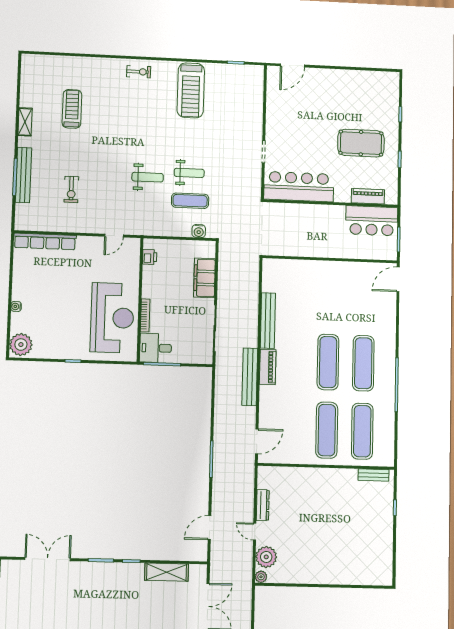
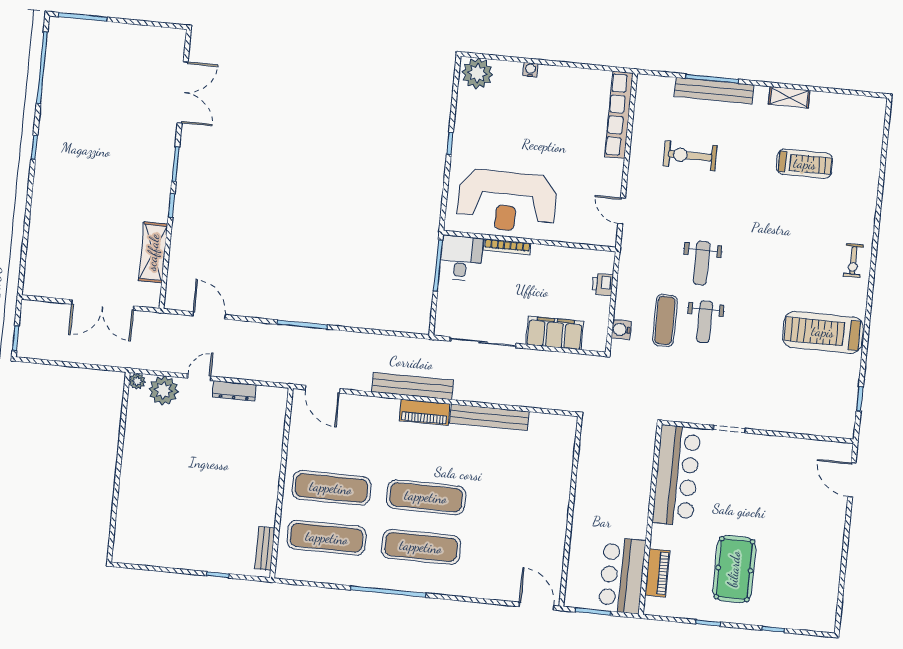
exercise bike: (71, 189) -> (690, 156), width x1.38, depth x1.39
printer: (150, 257) -> (603, 284), moved, turned 90

